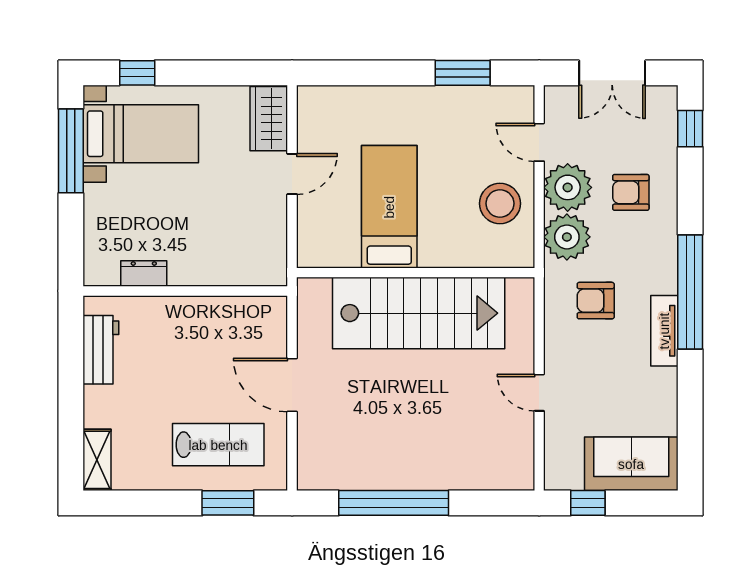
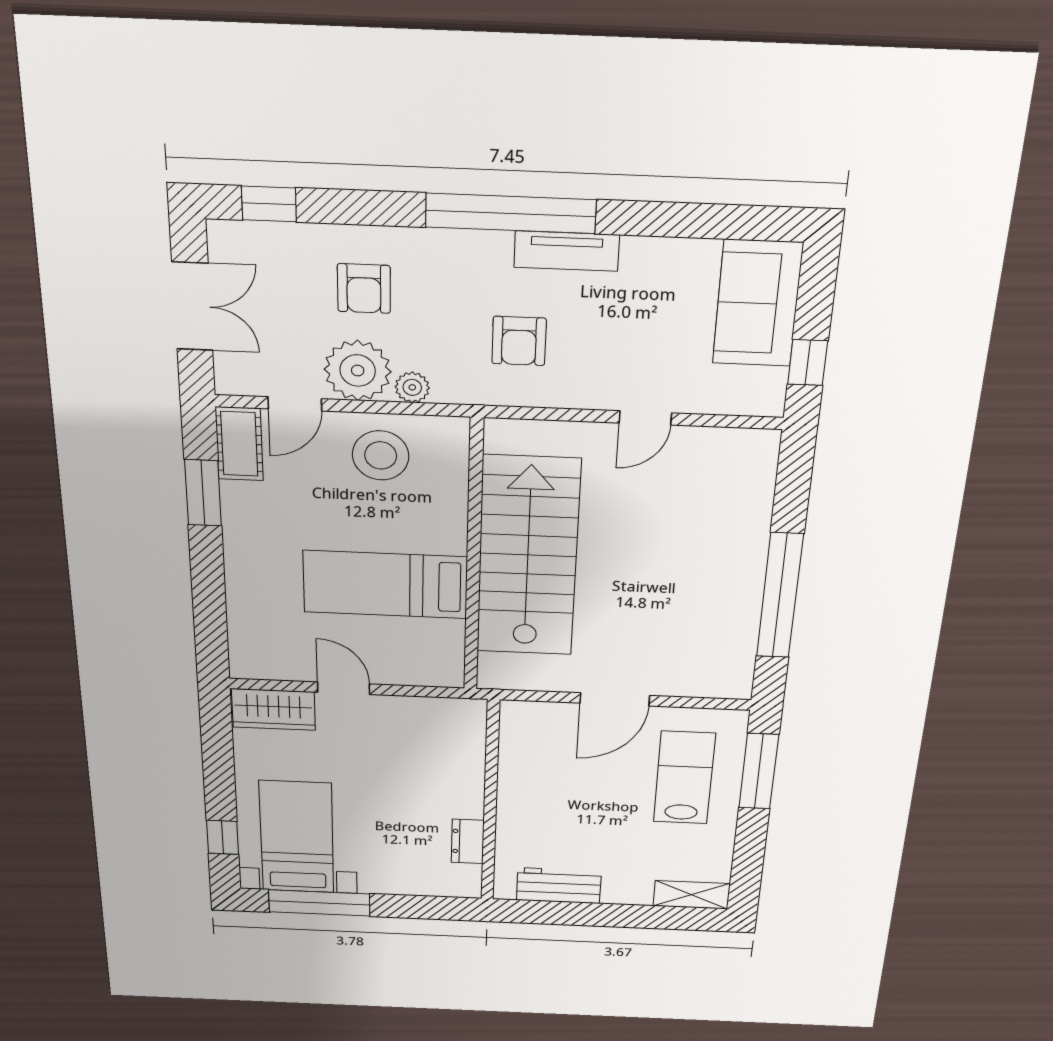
cot: (505, 101) -> (239, 444), added
plant: (567, 237) -> (412, 387), width x0.53, depth x0.53
window: (228, 503) -> (759, 771), width x1.44

